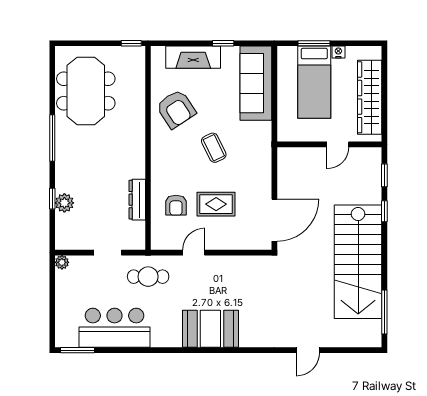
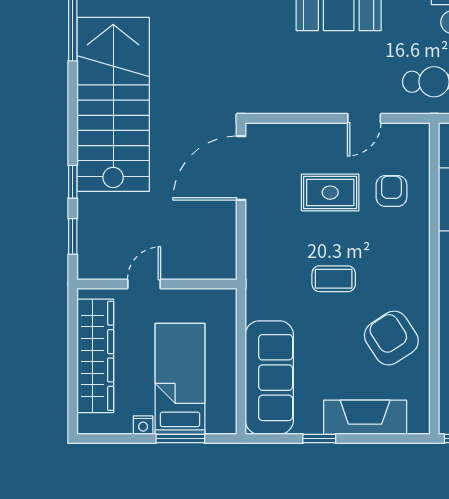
coffee table: (214, 148) -> (334, 279), turned -64

